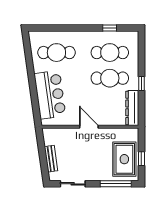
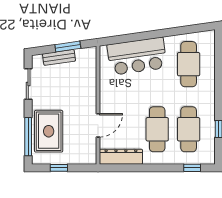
window: (141, 83) -> (192, 168), moved
door: (89, 127) -> (98, 125), moved
window: (42, 151) -> (68, 46), added
rug: (124, 159) -> (49, 131), moved, turned 90

